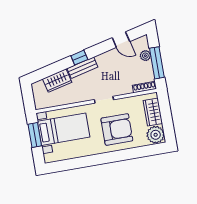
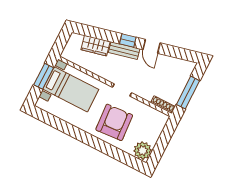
door: (121, 40) -> (151, 46), moved
plant: (145, 56) -> (183, 80), removed
wardrobe: (153, 112) -> (154, 130), removed
armchair: (117, 129) -> (114, 122), turned -94

